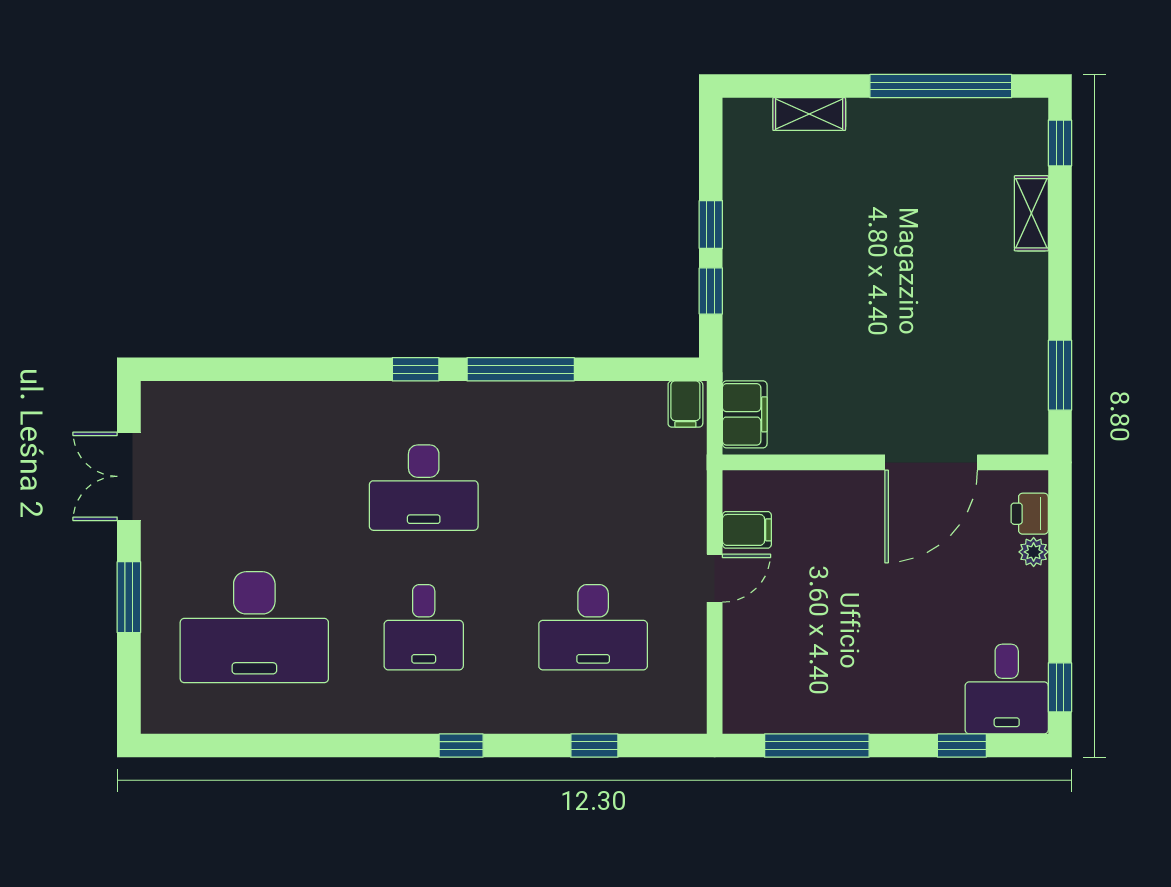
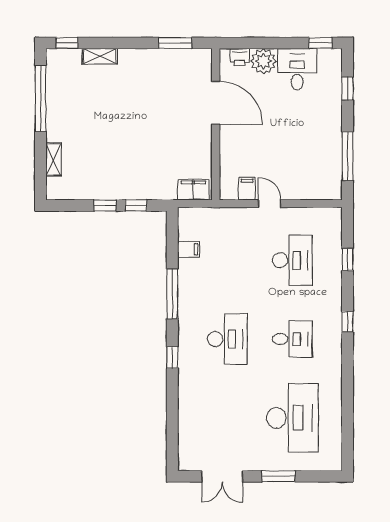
window: (416, 369) -> (172, 358), moved
filing cabinet: (685, 404) -> (189, 249), moved
plant: (1034, 552) -> (263, 61), width x1.88, depth x1.88
desk: (1007, 689) -> (297, 69), moved, turned -90

